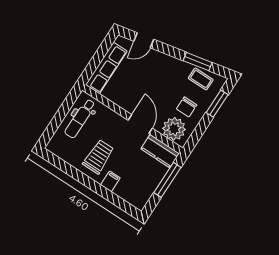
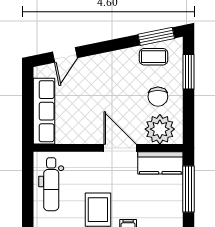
window: (198, 62) -> (156, 36), moved

